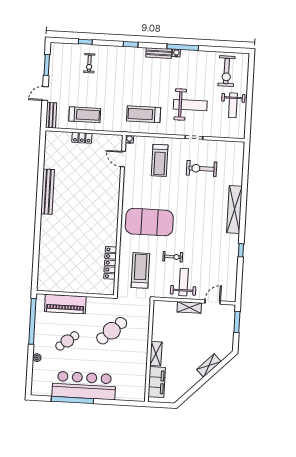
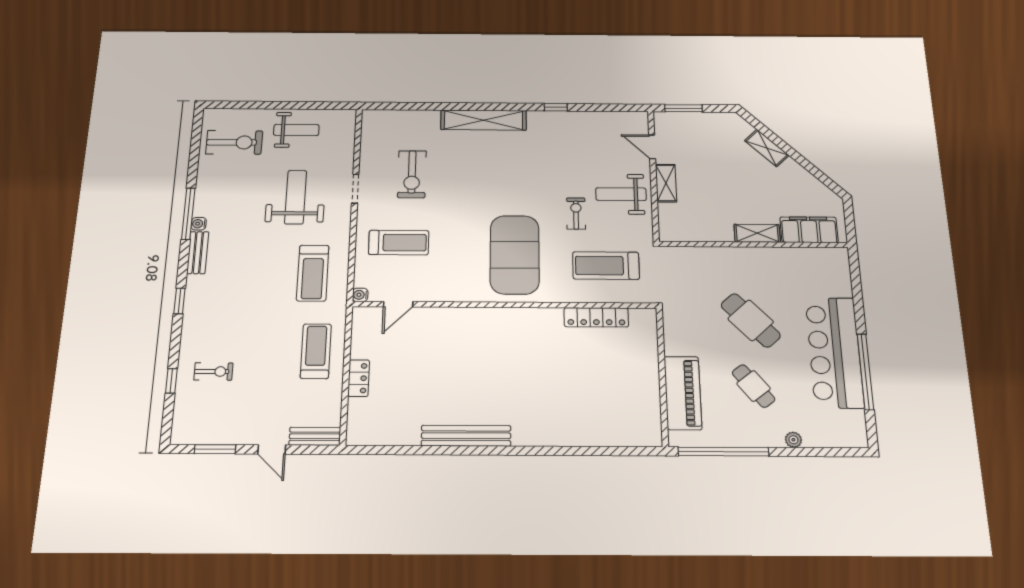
treadmill: (85, 115) -> (316, 351), moved
cafe table: (112, 331) -> (751, 320), moved

